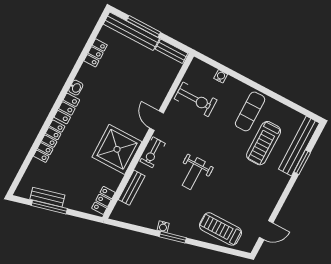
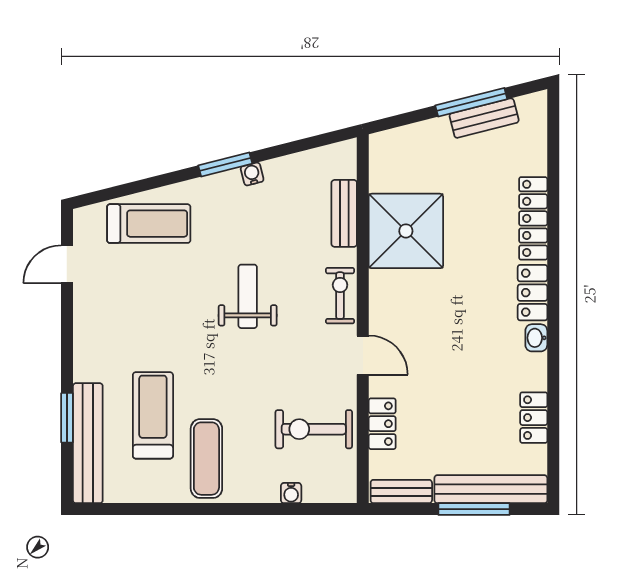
shower: (117, 149) -> (406, 231), moved
locker: (103, 200) -> (382, 424), moved

